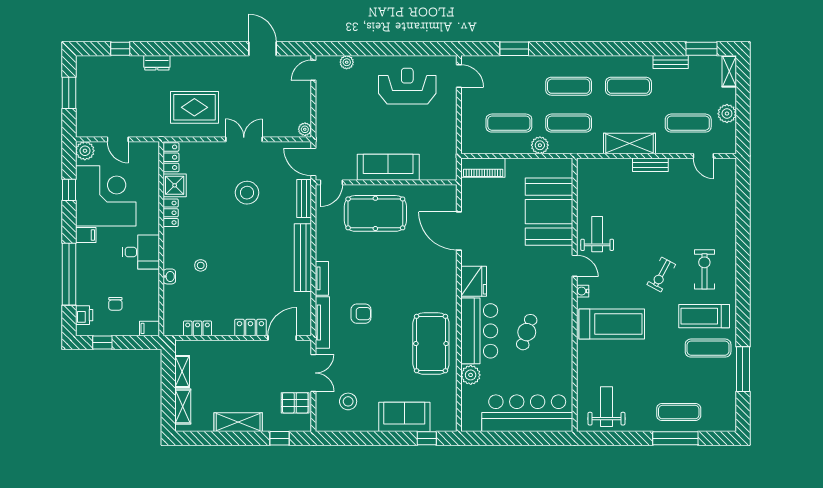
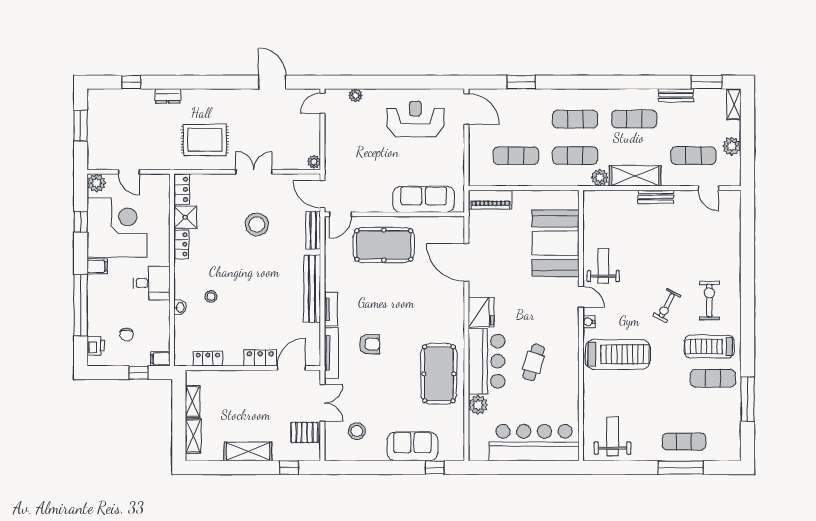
door: (459, 76) -> (466, 109), width x1.38
plant: (540, 145) -> (600, 178), moved
sofa: (388, 167) -> (424, 199), moved
window: (102, 342) -> (138, 373), moved

